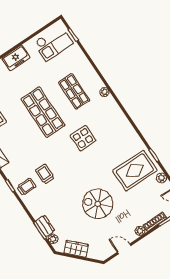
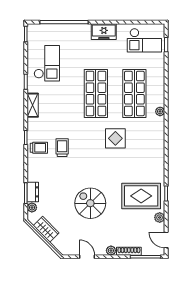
shop shelf: (74, 91) -> (134, 93), width x1.43, depth x1.36

